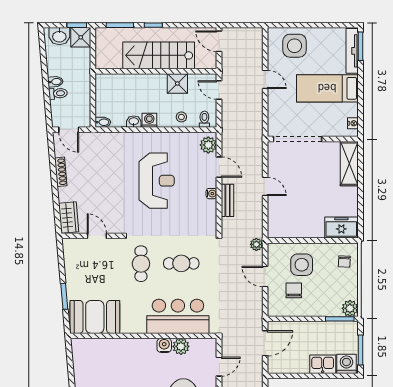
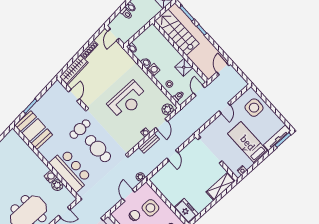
stairs: (159, 55) -> (177, 32), moved
wardrobe: (69, 217) -> (74, 70), width x1.50
cafe table: (181, 263) -> (98, 149), width x1.37, depth x1.35

